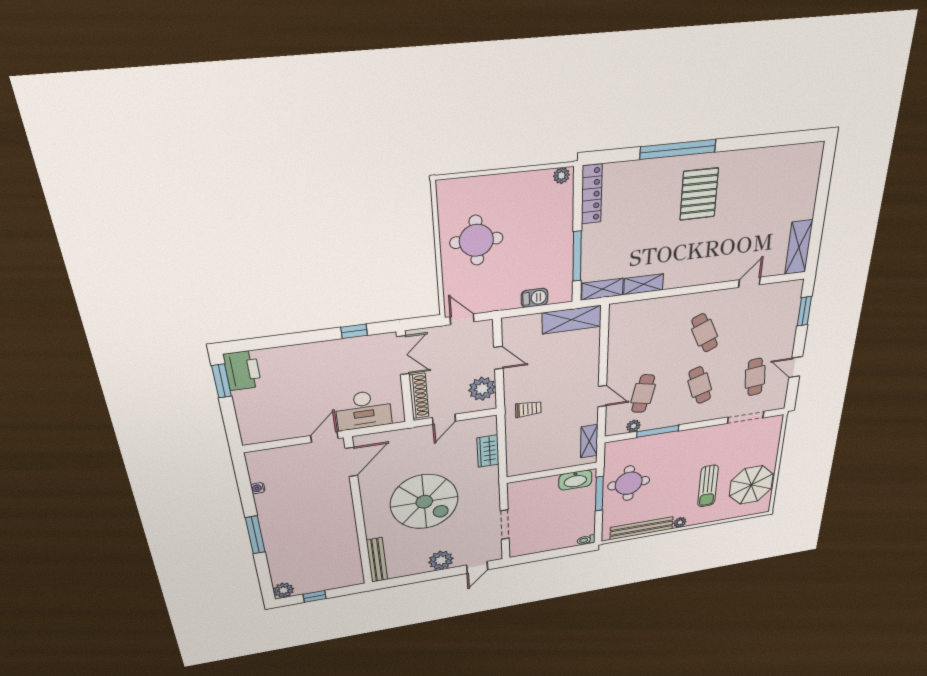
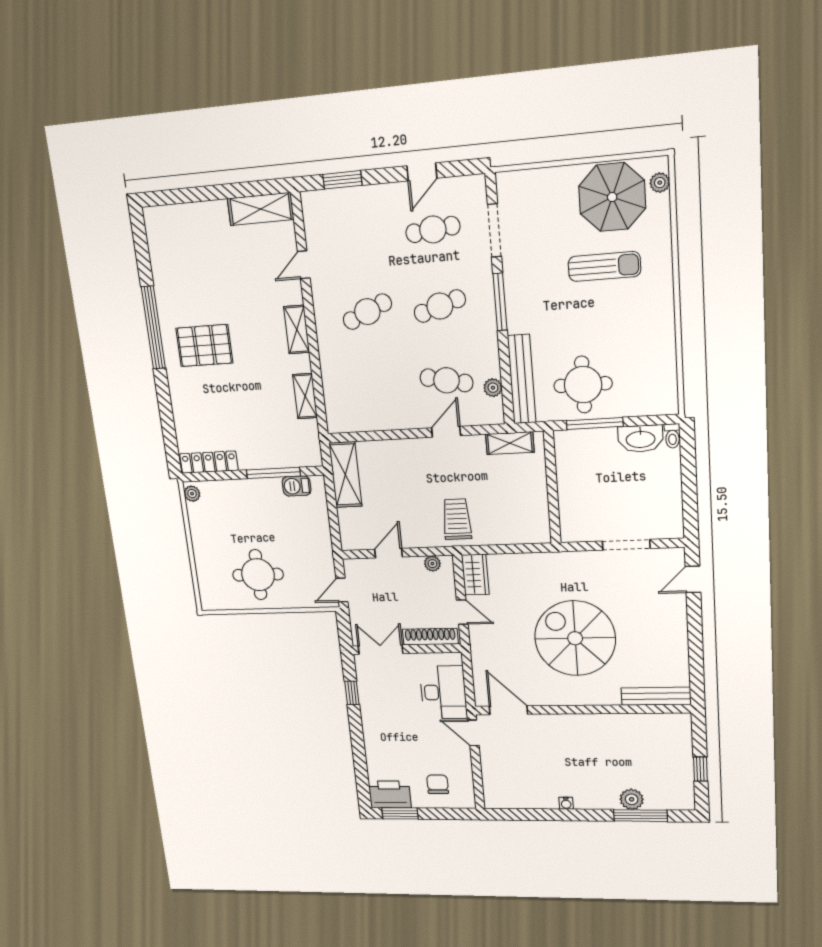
window: (678, 149) -> (153, 328), moved
door: (749, 282) -> (304, 265), hinge flipped
shelving: (602, 289) -> (297, 329), moved
barbecue: (534, 298) -> (297, 486), moved, turned -90
plant: (482, 389) -> (432, 564), width x0.53, depth x0.53
trolley: (528, 409) -> (457, 519), width x1.36, depth x1.39
chair: (263, 412) -> (438, 784), added
window: (658, 431) -> (500, 302), moved
wardrobe: (488, 451) -> (475, 575), moved, turned -90
washbasin: (575, 480) -> (641, 439), moved, turned 90
water cooler: (258, 488) -> (566, 803), moved
spiral stairs: (424, 502) -> (575, 638), turned -90
plant: (680, 522) -> (660, 183), moved
bench: (642, 528) -> (522, 379), moved
window: (255, 535) -> (640, 816), moved
plant: (441, 560) -> (672, 623), removed
door: (477, 567) -> (693, 579), swing flipped
plant: (284, 590) -> (632, 799), moved

